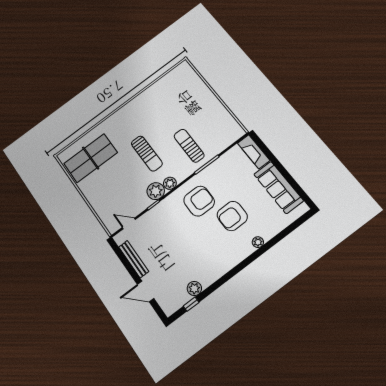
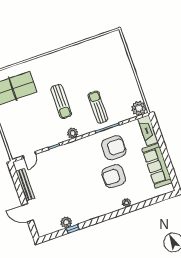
plant: (156, 191) -> (139, 108), moved
armchair: (199, 201) -> (114, 148), moved
door: (129, 223) -> (29, 155), swing flipped
window: (191, 304) -> (73, 229), moved

